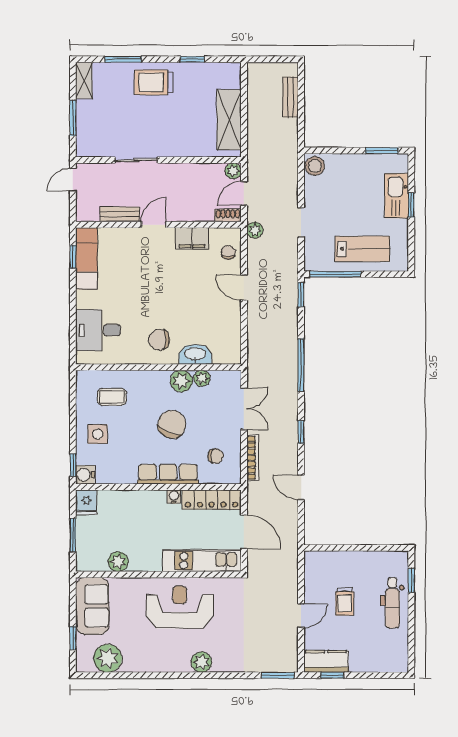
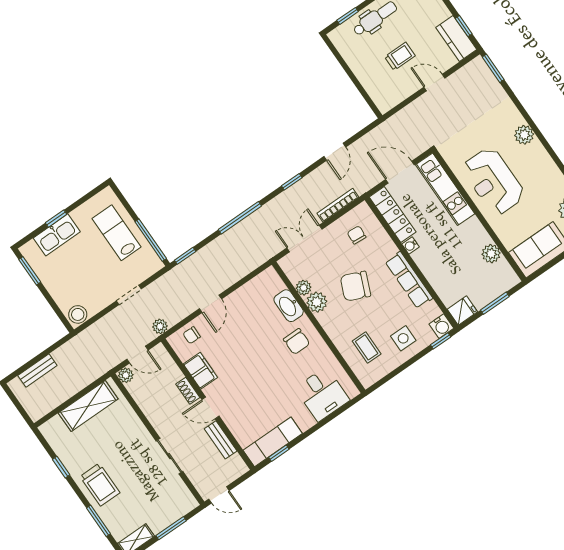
shoe rack: (228, 215) -> (188, 391), moved
row of seats: (168, 474) -> (409, 280), moved
door: (244, 532) -> (400, 172), hinge flipped

